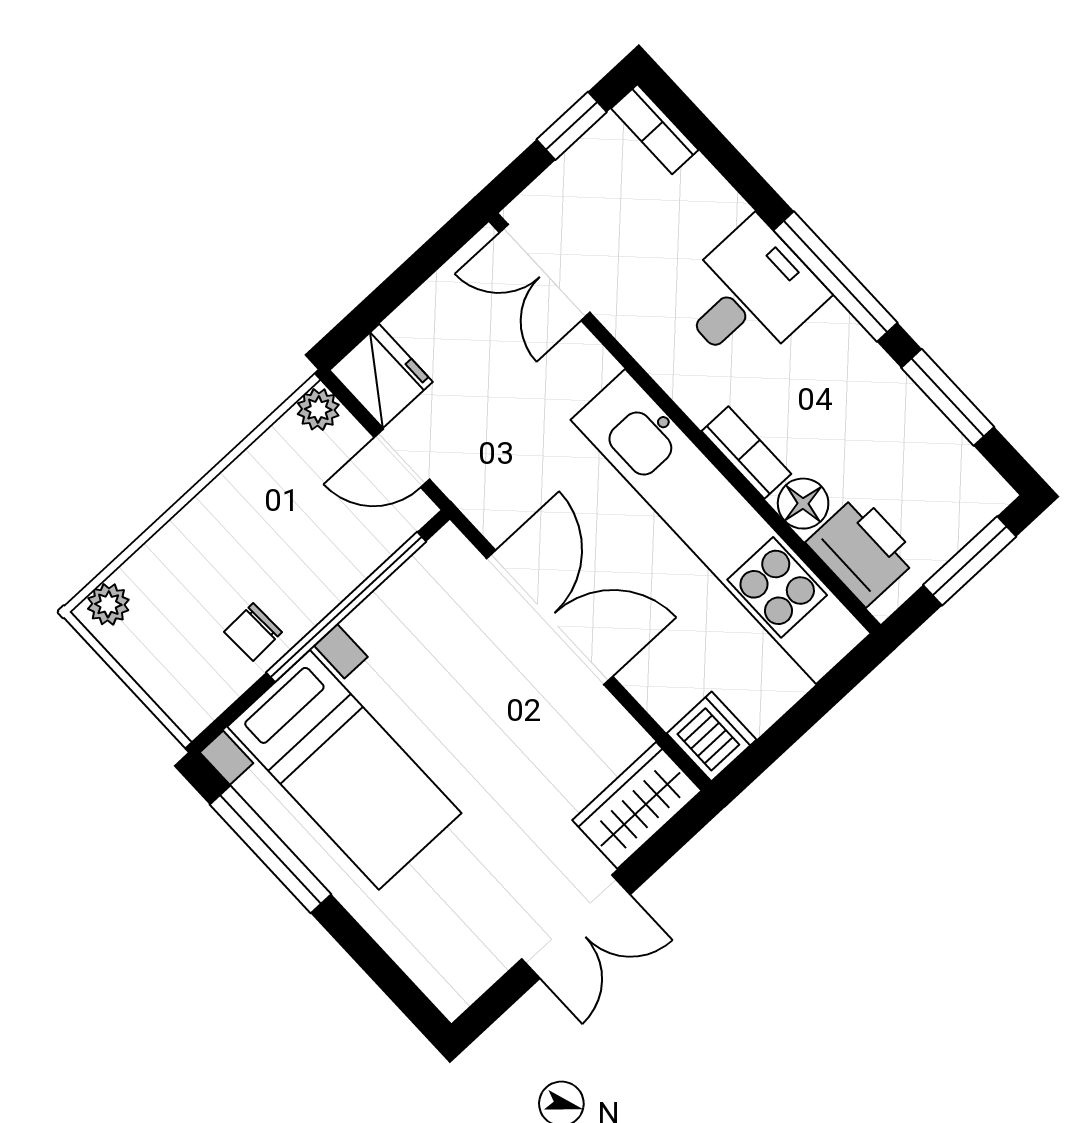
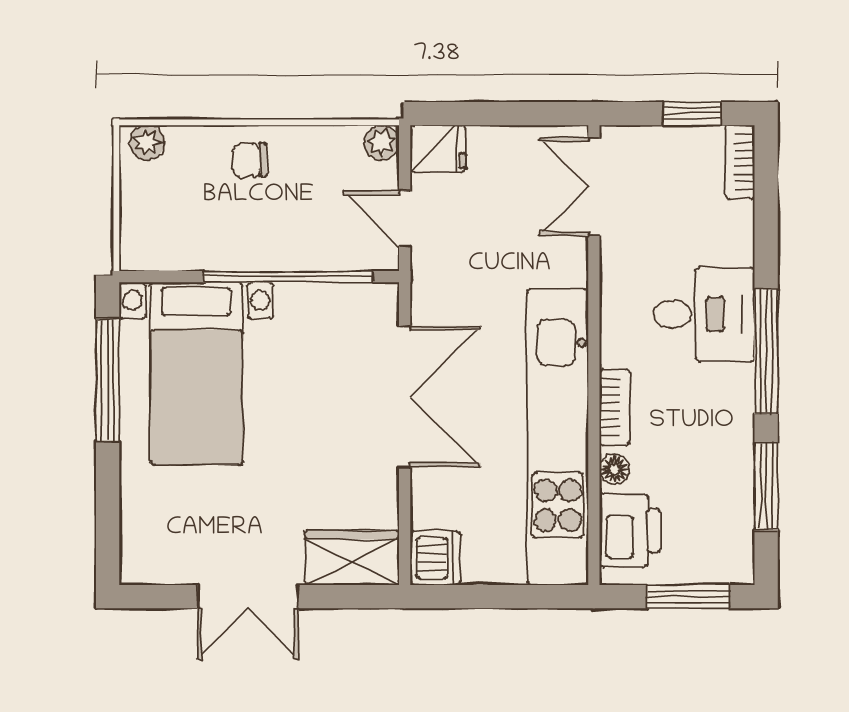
fridge: (381, 376) -> (438, 149), width x0.72
floor lamp: (803, 504) -> (614, 469), width x0.73, depth x0.73
chair: (253, 632) -> (249, 160), moved

